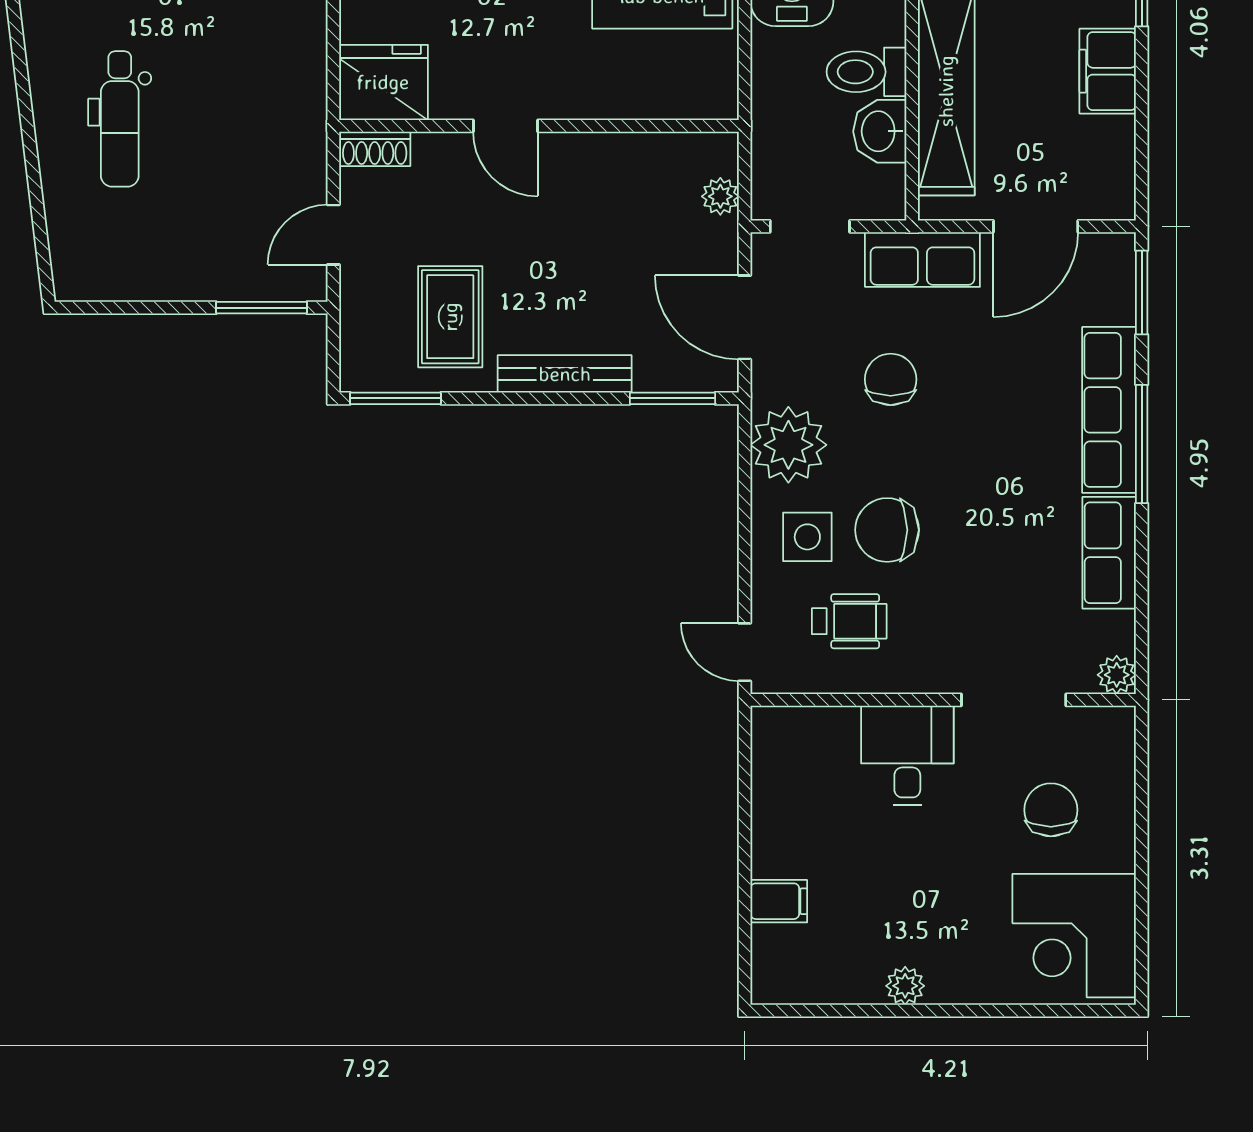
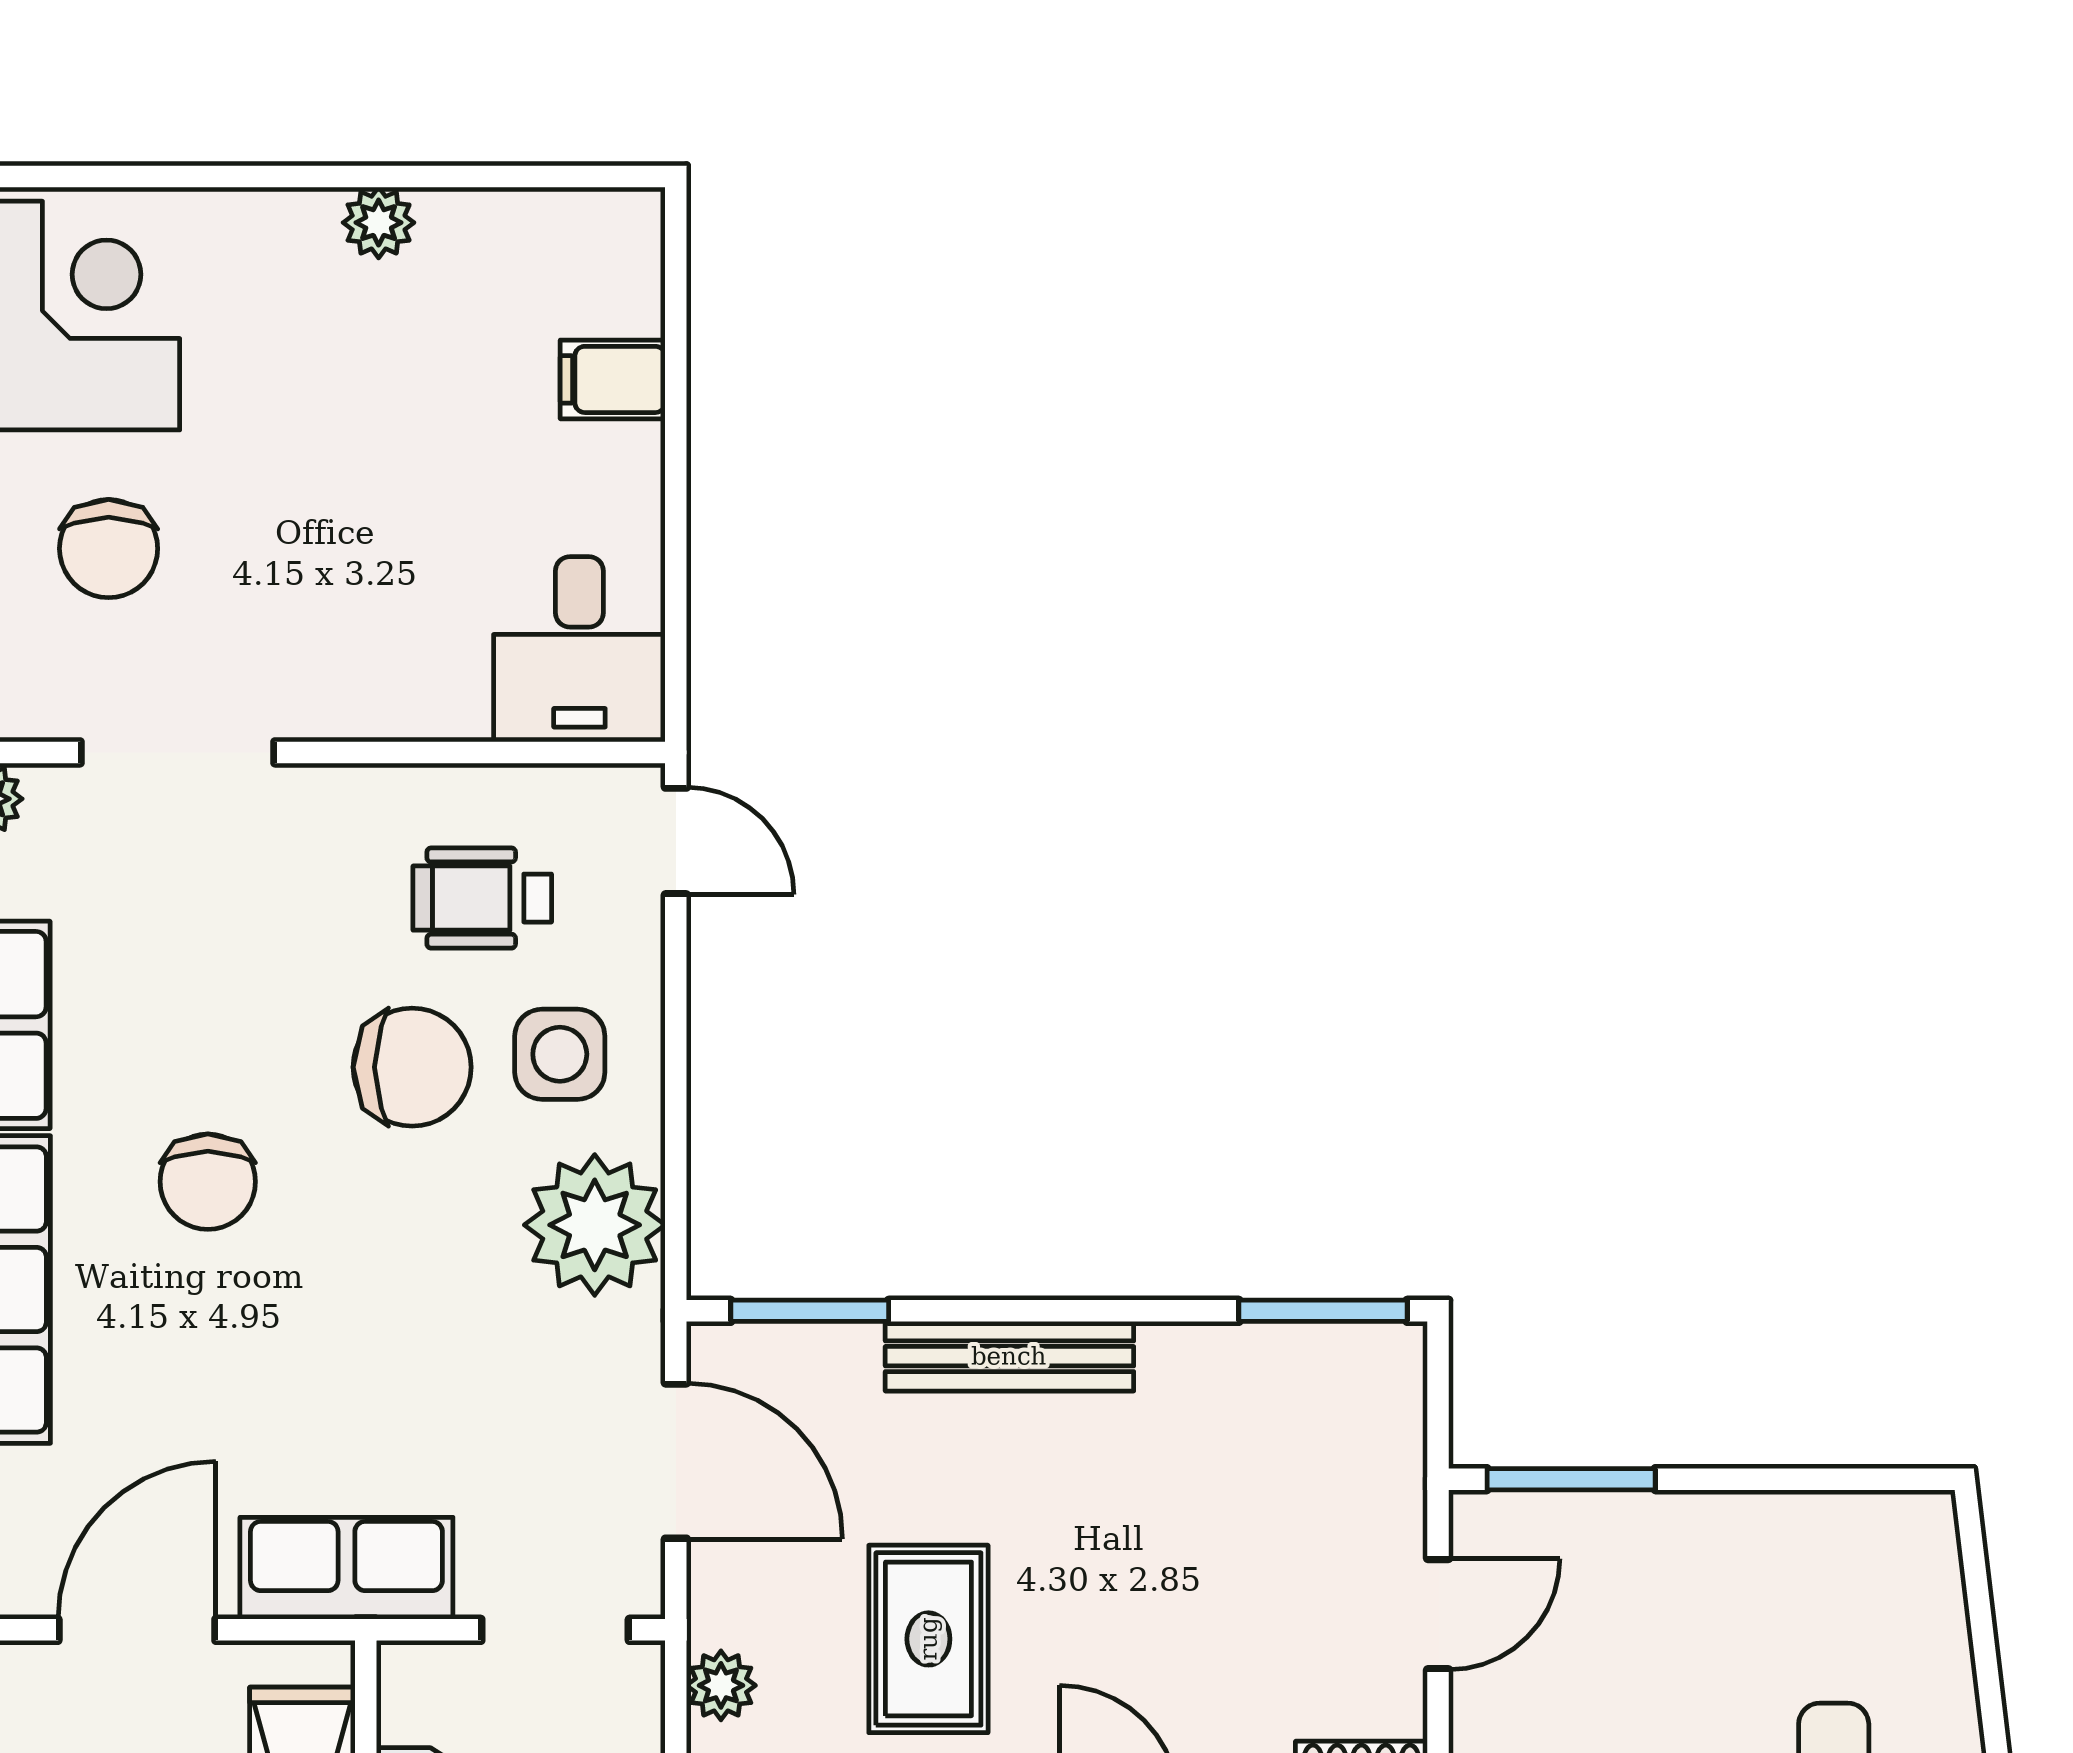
rug: (450, 317) -> (928, 1639), moved
chair: (891, 379) -> (208, 1182), moved
desk: (907, 756) -> (579, 649), moved

